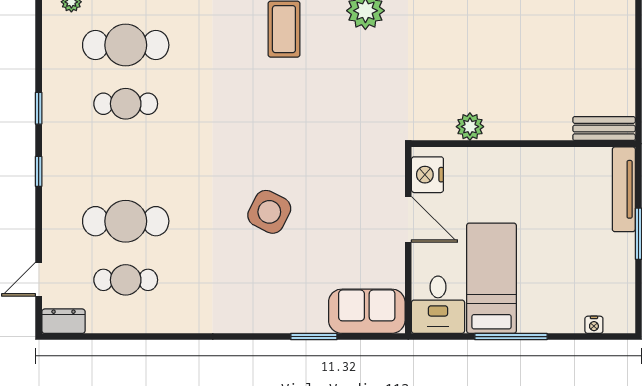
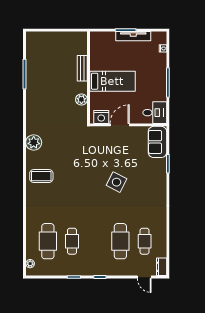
bench: (604, 129) -> (82, 68), moved
tv unit: (624, 189) -> (133, 36), moved
bed: (492, 278) -> (112, 81), moved, turned 180

